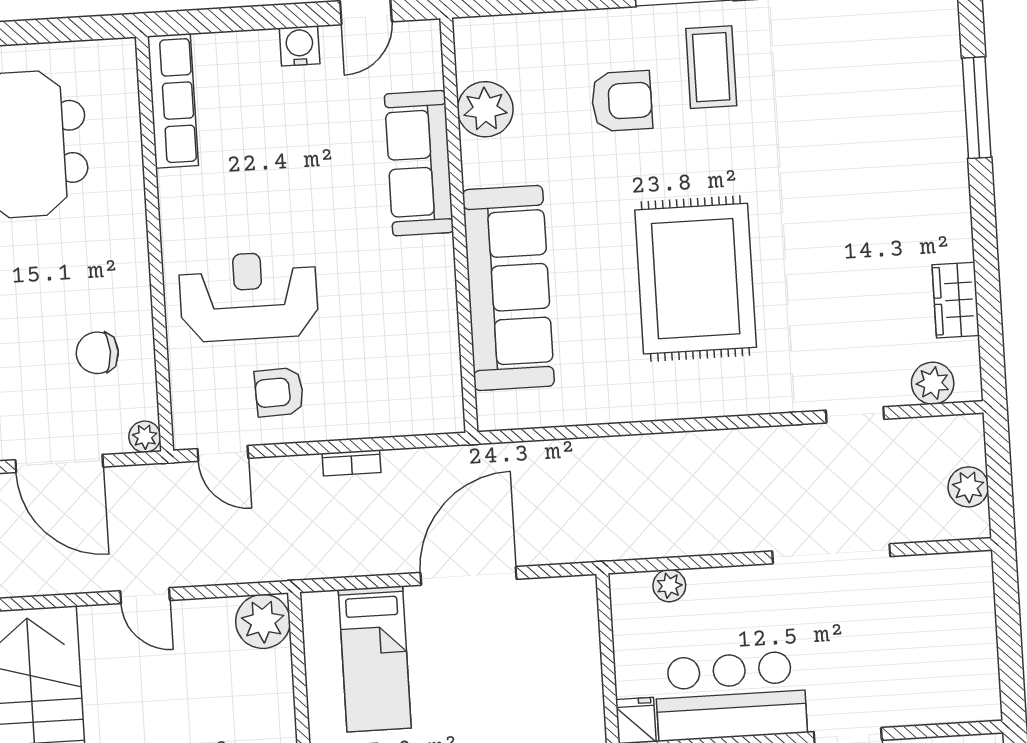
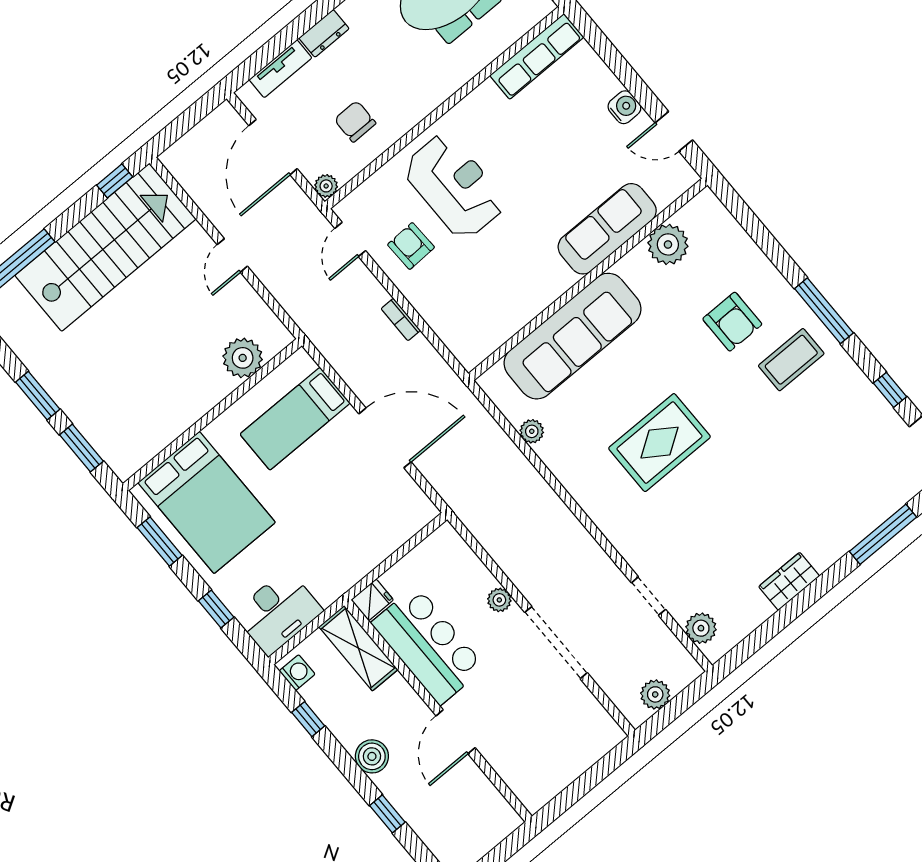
rug: (696, 279) -> (659, 443), width x0.73, depth x0.69
wardrobe: (956, 300) -> (789, 581), moved
plant: (580, 410) -> (532, 431), added
plant: (669, 586) -> (499, 600), moved
plant: (263, 621) -> (243, 358), moved

